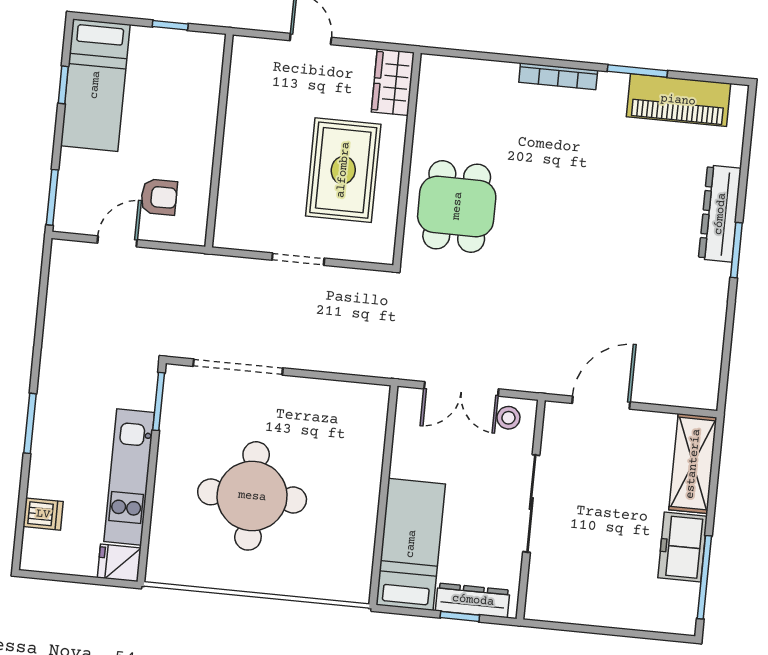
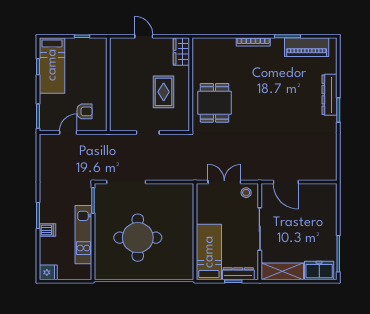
rug: (343, 170) -> (164, 92), width x0.73, depth x0.70
double door: (461, 389) -> (224, 182), swing flipped
door: (601, 403) -> (286, 182), swing flipped
shelving: (693, 464) -> (282, 271), moved, turned 90
dishwasher: (43, 514) -> (48, 230), moved
freezer: (683, 547) -> (319, 270), moved, turned 90
fridge: (119, 563) -> (48, 272), moved, turned 180

